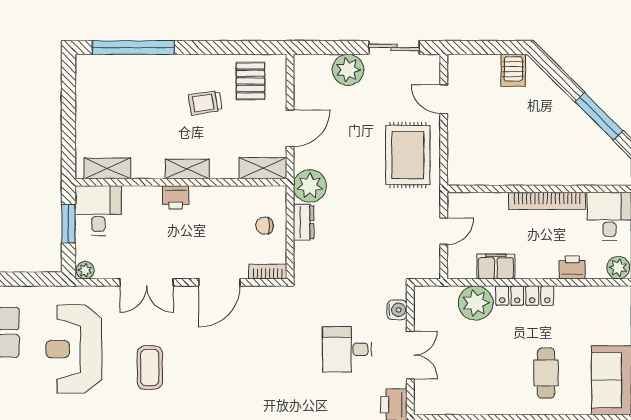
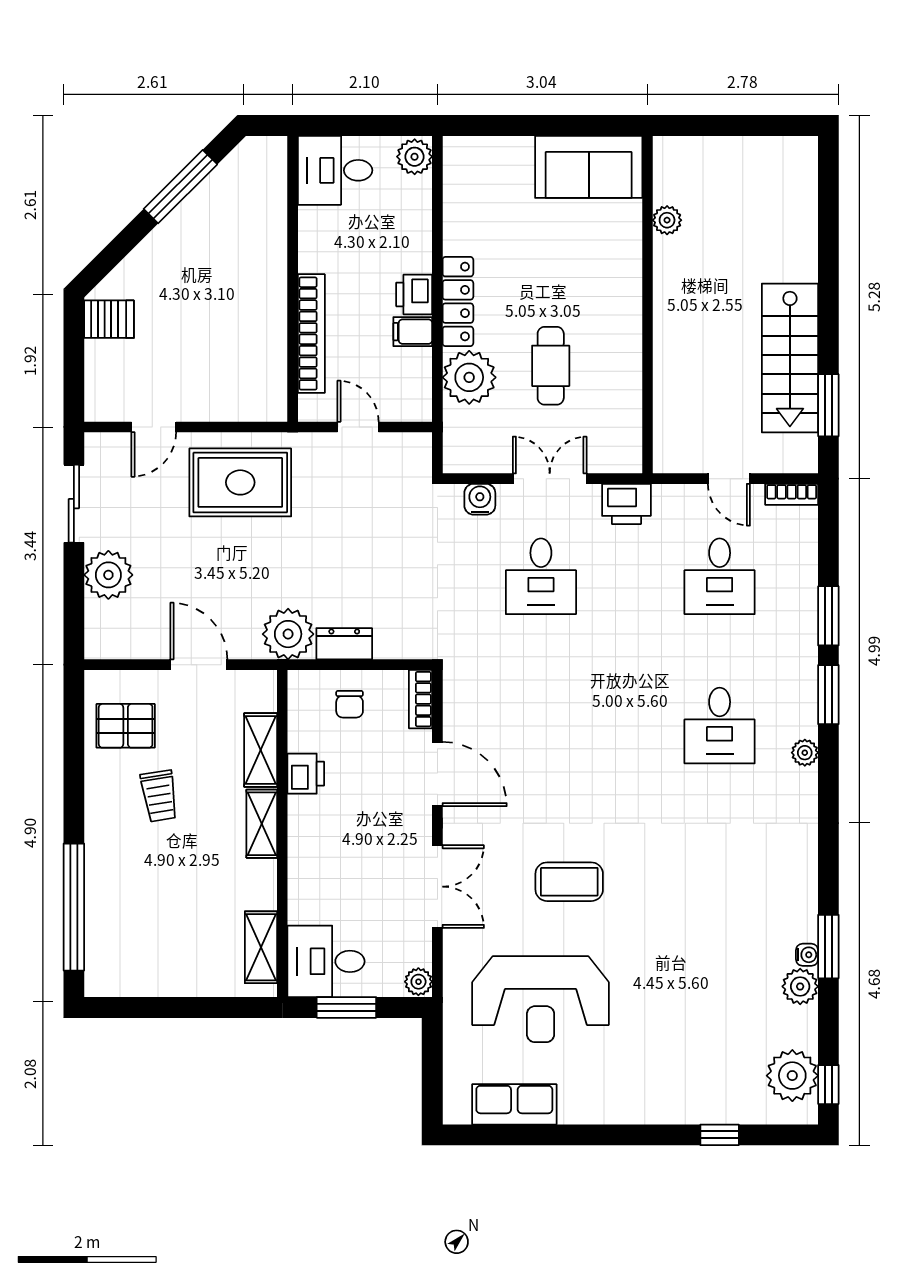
shelving: (263, 168) -> (261, 750), moved
printer: (176, 197) -> (306, 774), moved
bookcase: (547, 201) -> (311, 334), moved
filing cabinet: (496, 266) -> (413, 332), width x0.50
printer: (572, 267) -> (414, 294), moved
cafe table: (546, 373) -> (551, 366), moved, turned 90

